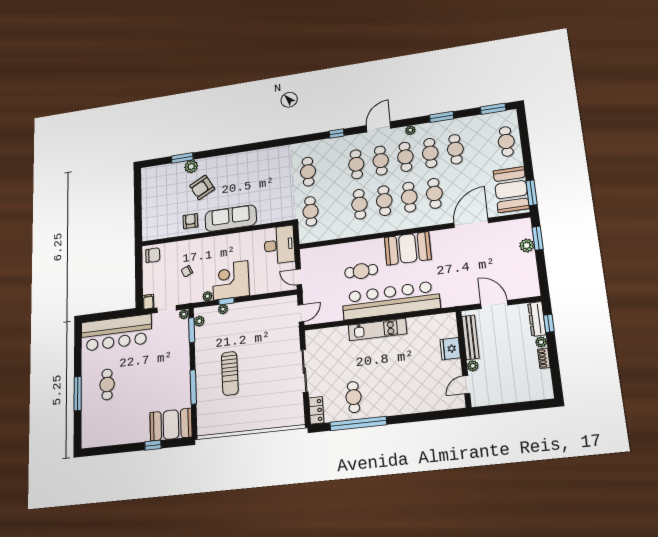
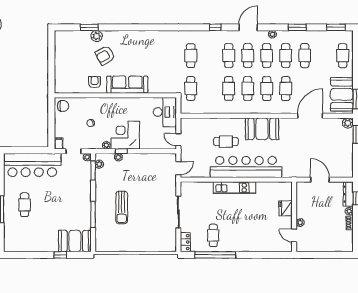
plant: (527, 245) -> (348, 123), moved
bench: (470, 337) -> (301, 202), removed
door: (466, 385) -> (294, 235), hinge flipped

